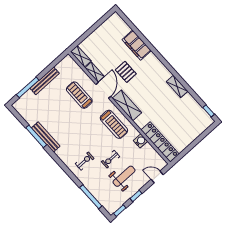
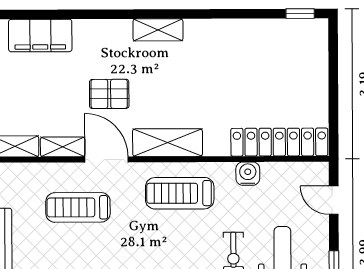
filing cabinet: (137, 45) -> (40, 36), moved
shelving: (177, 87) -> (158, 30), moved
treadmill: (114, 124) -> (180, 193), turned 180
door: (157, 177) -> (334, 200), hinge flipped

